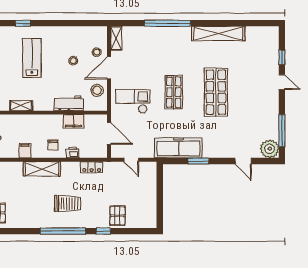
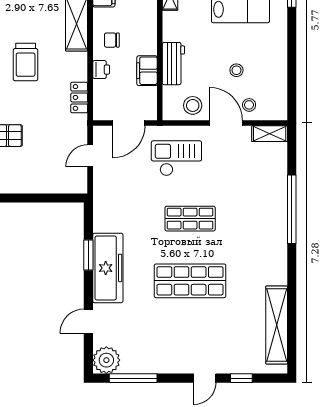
shelving: (218, 33) -> (277, 325), moved
checkout: (133, 101) -> (176, 158), turned -90
freezer: (178, 148) -> (108, 268), moved

